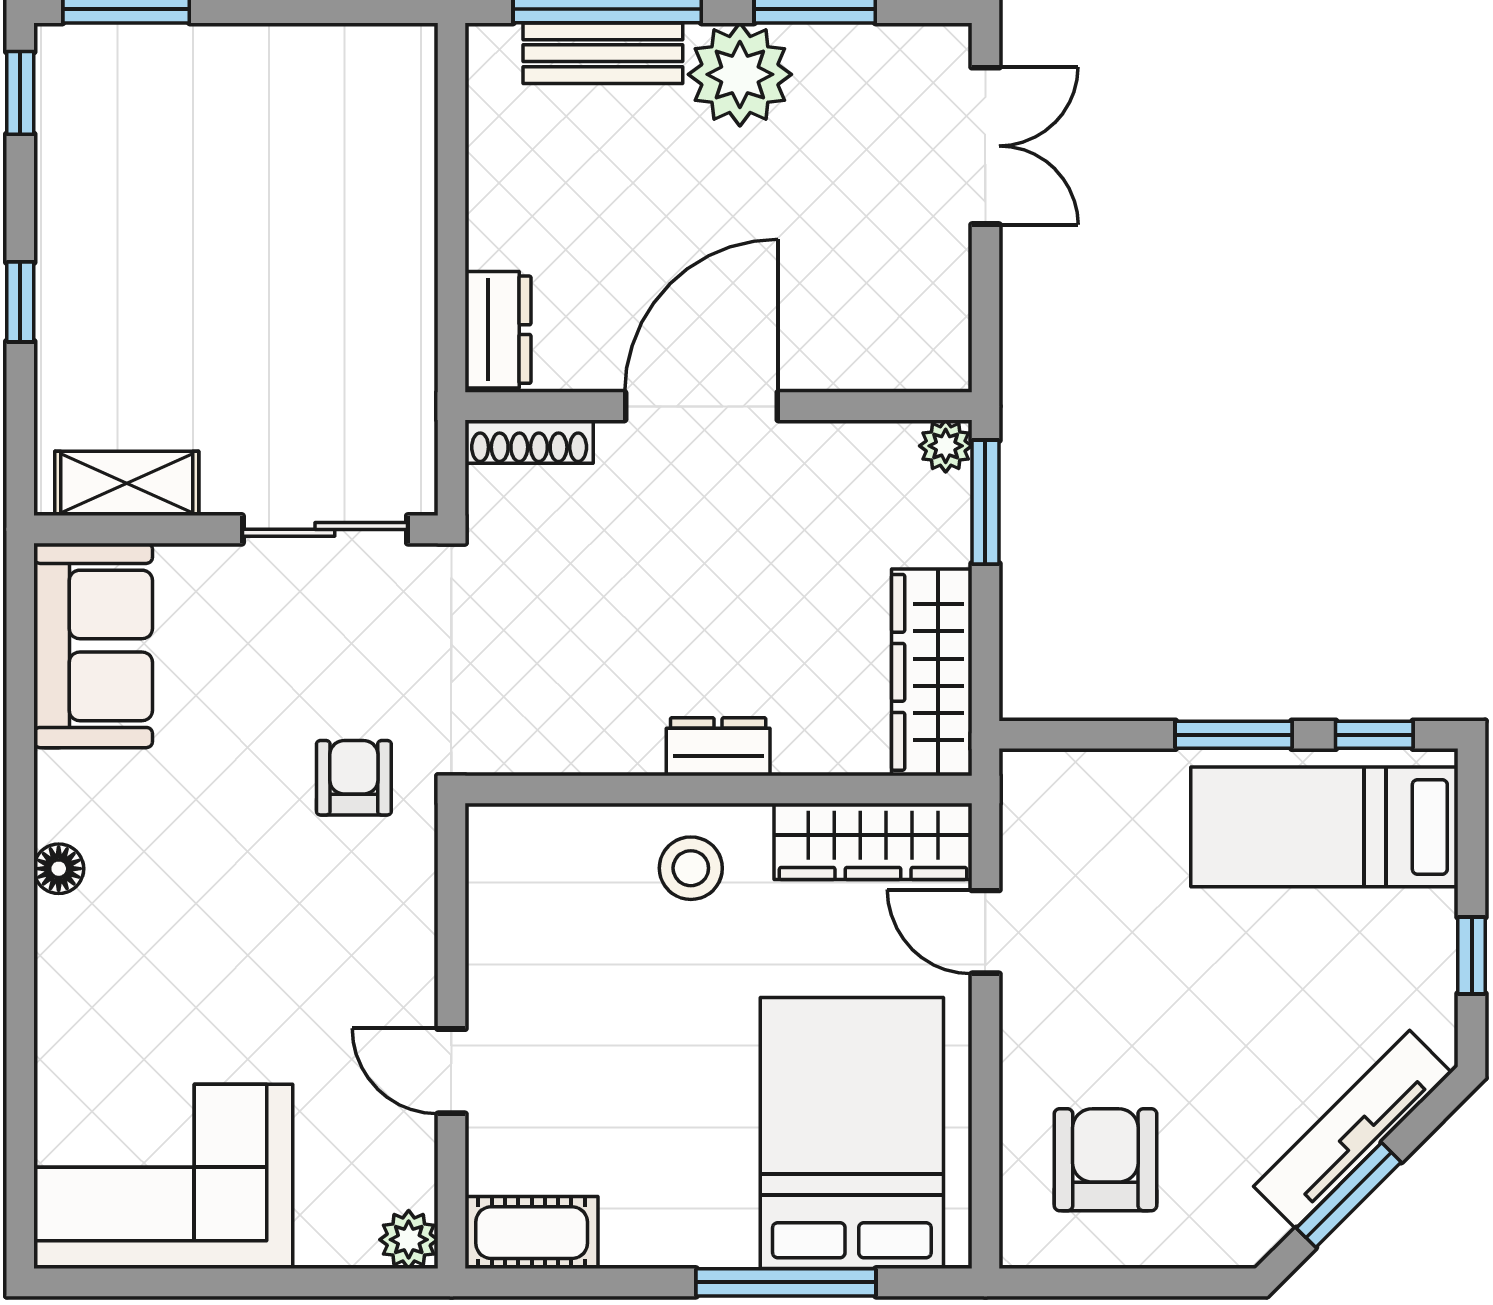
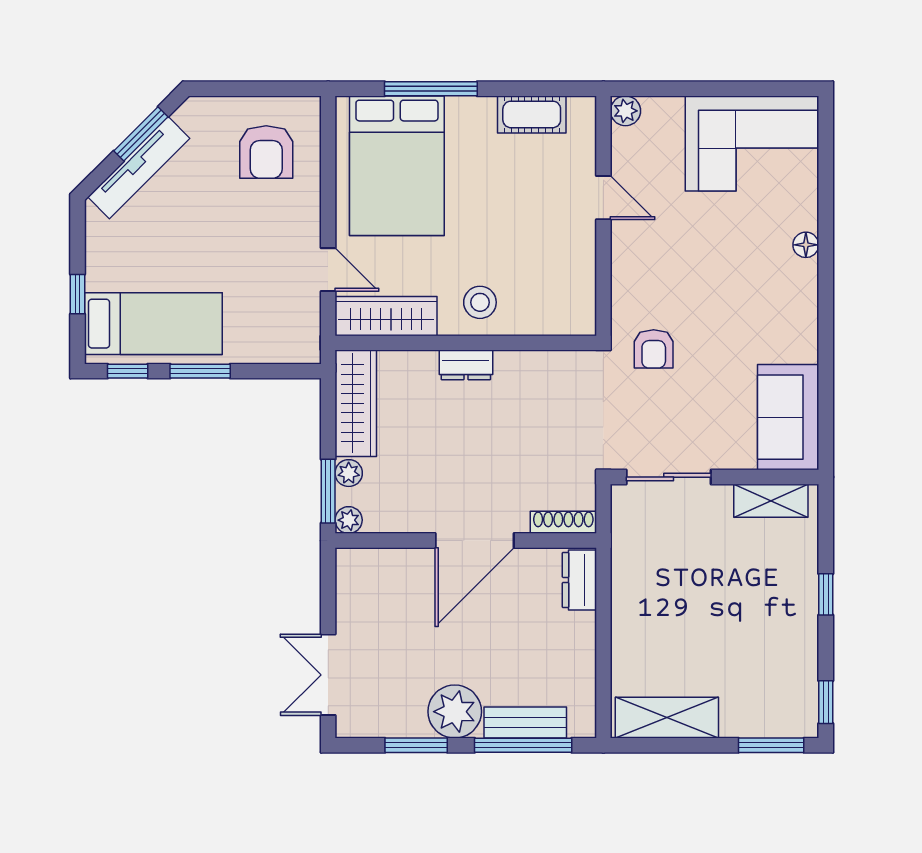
shelving: (328, 63) -> (667, 718), added
plant: (945, 537) -> (349, 473), added
floor lamp: (59, 869) -> (806, 245), moved
window: (1472, 955) -> (77, 294), moved
cot: (532, 1233) -> (532, 114), moved

